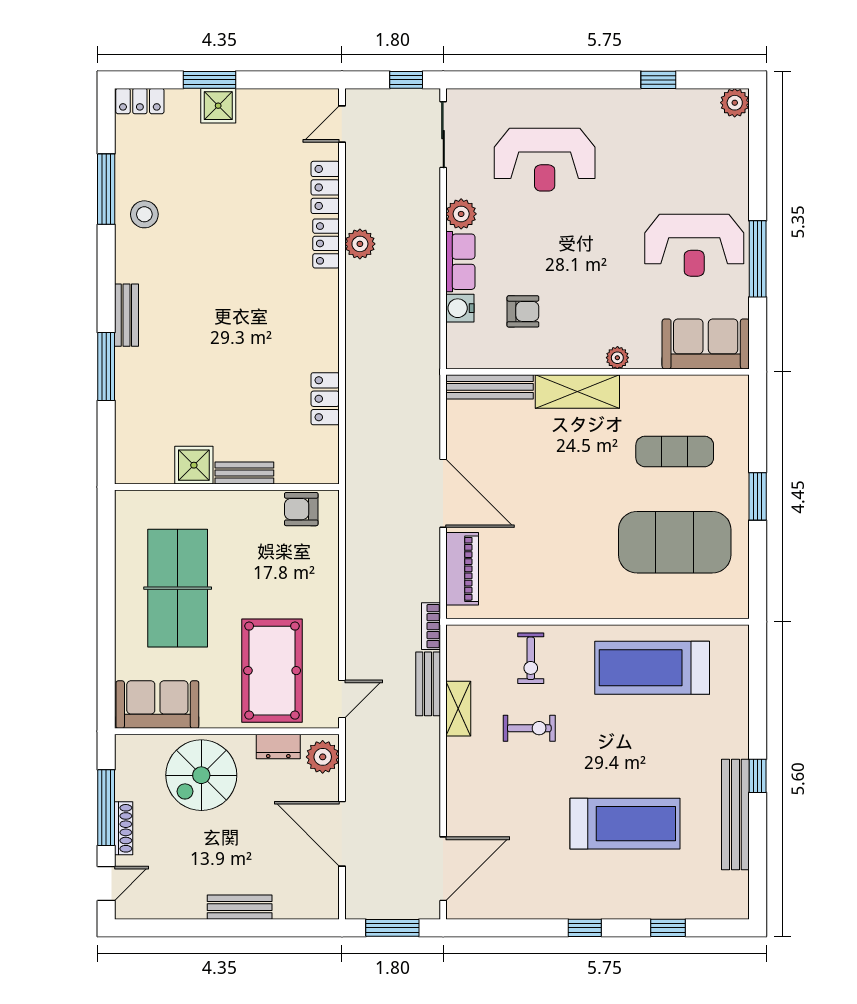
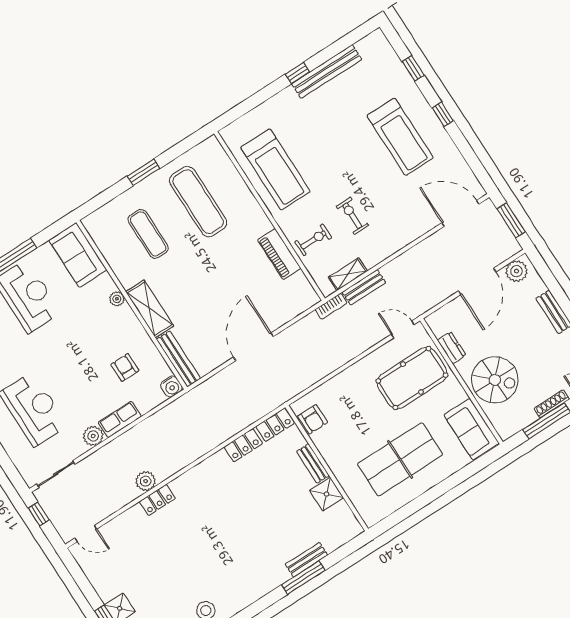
locker: (325, 187) -> (275, 425), moved
water cooler: (460, 308) -> (171, 387), moved
bench: (126, 315) -> (306, 560), moved
exercise mat: (675, 542) -> (198, 202), width x0.68
piano: (462, 569) -> (279, 254), moved, turned -90
shelving: (458, 709) -> (348, 274), moved
plant: (323, 757) -> (516, 271), moved
treadmill: (625, 824) -> (400, 137), moved, turned 180

